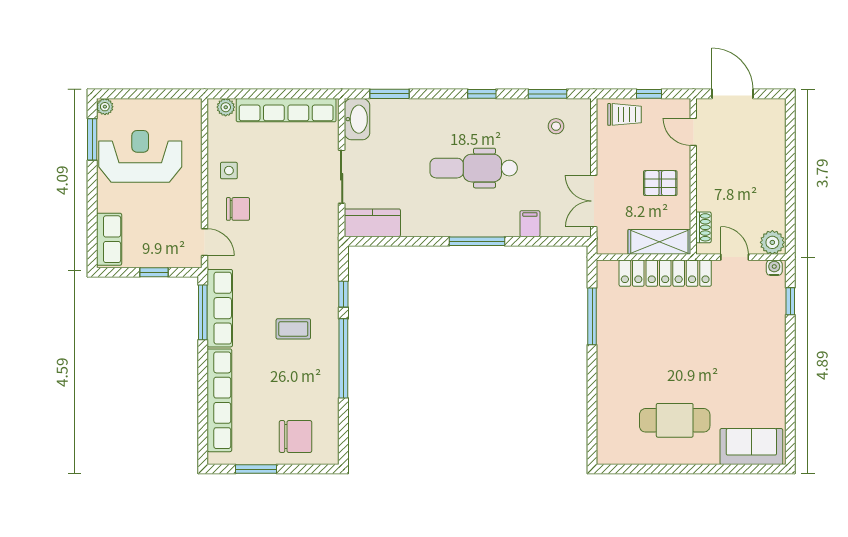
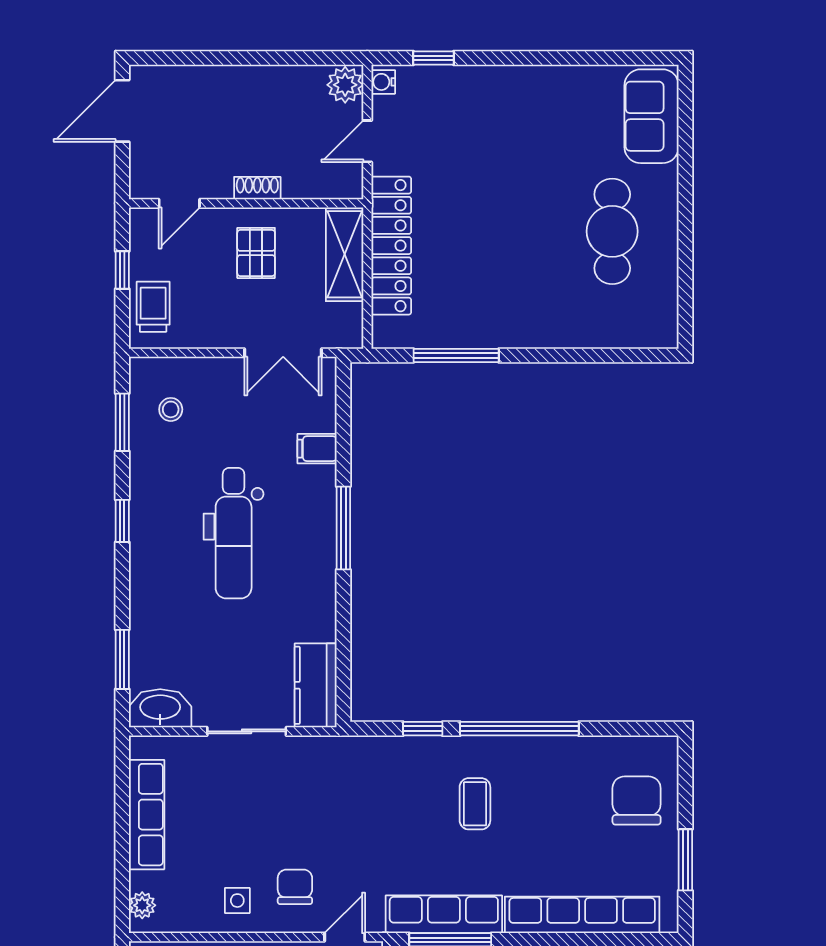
door: (732, 94) -> (122, 111), moved
row of seats: (286, 110) -> (147, 815), width x0.73
shoe rack: (703, 227) -> (257, 188), moved

